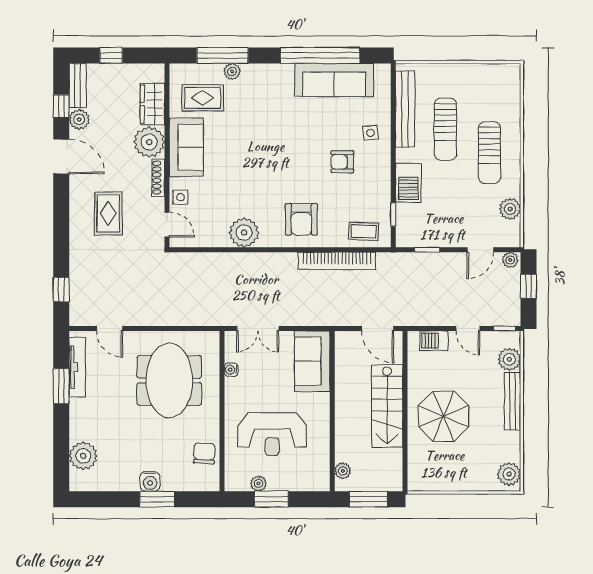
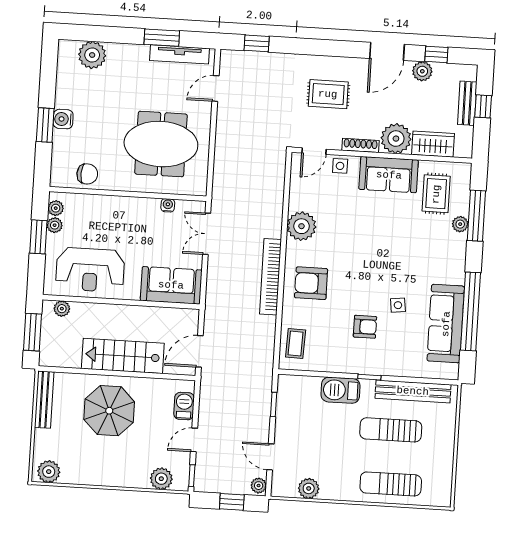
bench: (78, 86) -> (467, 103), moved, turned 90
side table: (370, 133) -> (398, 305), moved
sun lounger: (489, 153) -> (391, 484), moved
armchair: (342, 162) -> (365, 327), turned 90
window: (393, 215) -> (369, 377), moved
bookcase: (337, 261) -> (270, 277), moved
bench: (513, 401) -> (44, 400), moved, turned 90
reception desk: (272, 434) -> (90, 270), moved, turned -90
plant: (241, 483) -> (56, 208), added

